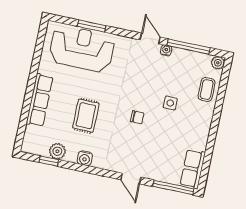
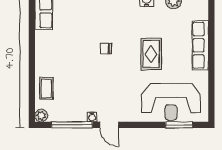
window: (92, 26) -> (179, 125), moved
side table: (170, 103) -> (78, 69), removed
rug: (86, 116) -> (151, 54), moved

